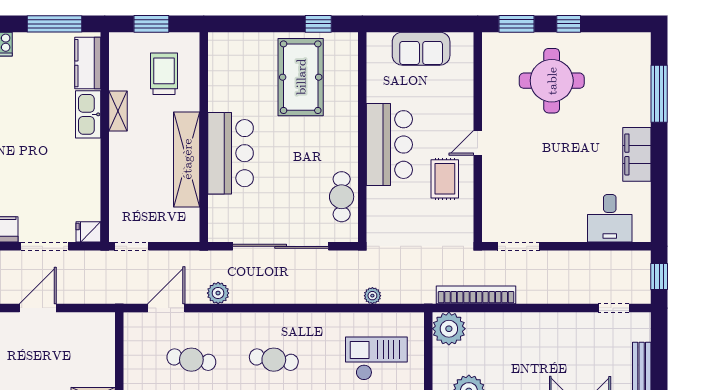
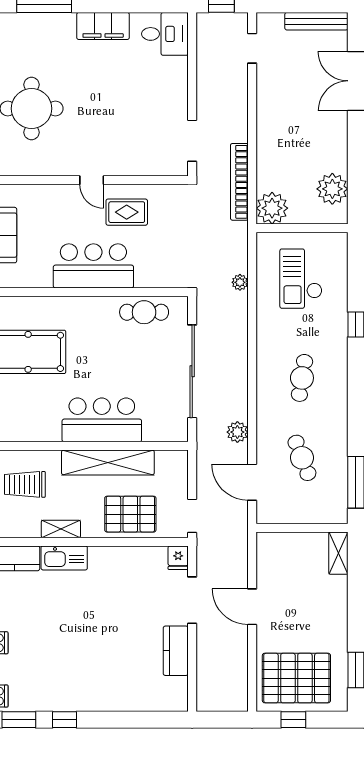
pallet: (133, 183) -> (130, 514), added
desk: (610, 218) -> (165, 34), moved
cafe table: (191, 360) -> (302, 458), turned -30

